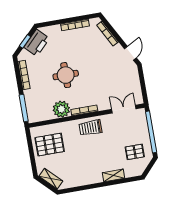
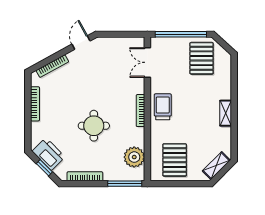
door: (130, 53) -> (81, 43), hinge flipped
plant: (61, 109) -> (134, 157), moved
trolley: (90, 128) -> (163, 107), turned 180
pallet: (135, 152) -> (202, 58), width x1.50, depth x1.42
shelving: (113, 175) -> (226, 113), moved

